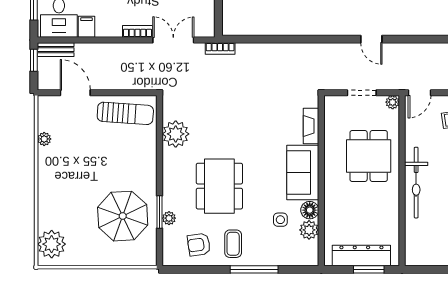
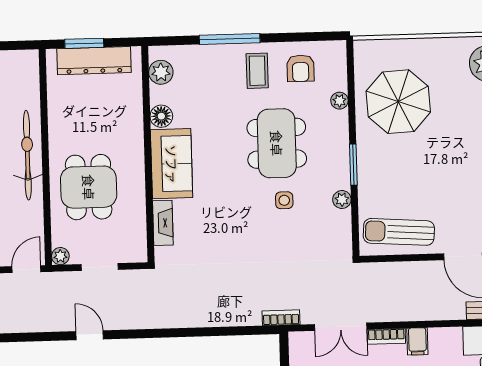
filing cabinet: (87, 27) -> (417, 341), moved
plant: (176, 134) -> (342, 200), width x0.53, depth x0.53
window: (160, 212) -> (353, 165), moved
side table: (280, 220) -> (284, 200), moved
plant: (309, 230) -> (161, 72), moved
armchair: (199, 245) -> (300, 68), turned 98

